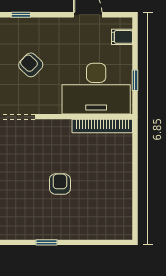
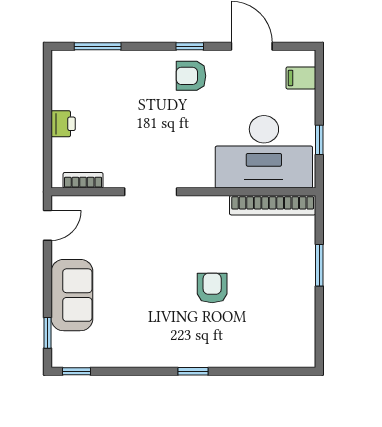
window: (21, 15) -> (190, 46), moved
armchair: (31, 65) -> (191, 76), moved, turned -44
window: (135, 168) -> (319, 265), added

